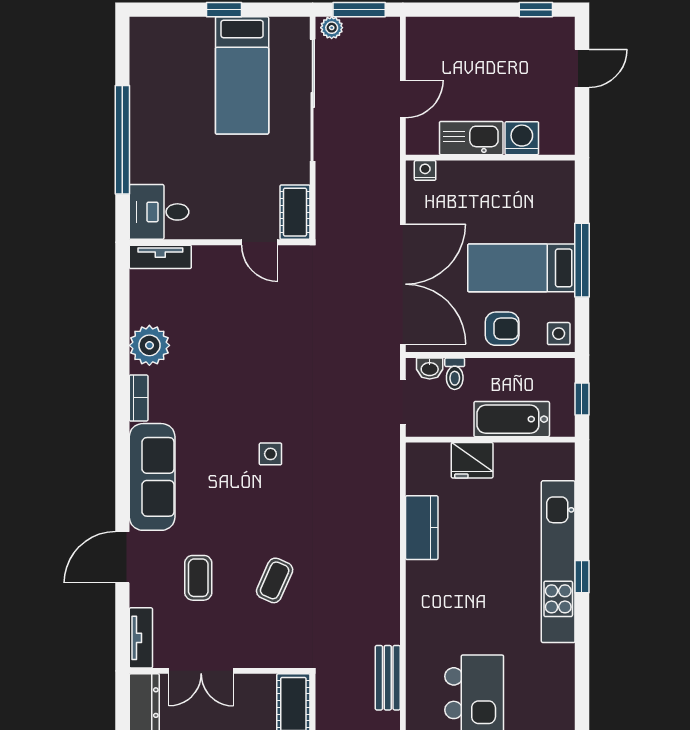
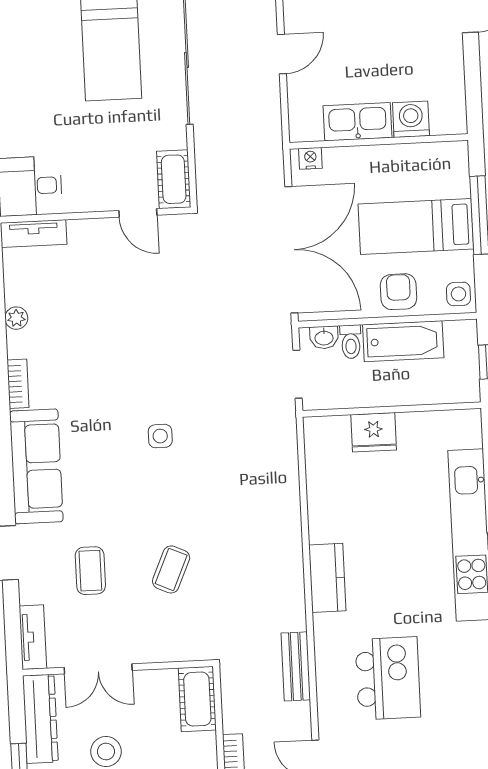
kitchen sink: (471, 138) -> (357, 122), moved
washing machine: (522, 138) -> (411, 119), moved
wall: (490, 158) -> (379, 141), moved
nightstand: (425, 170) -> (310, 158), moved
armchair: (502, 329) -> (399, 292), turned -90
plant: (149, 345) -> (16, 318), width x0.53, depth x0.53
bathtub: (512, 419) -> (403, 341), moved, turned 180
kitchen counter: (422, 528) -> (327, 578), moved

